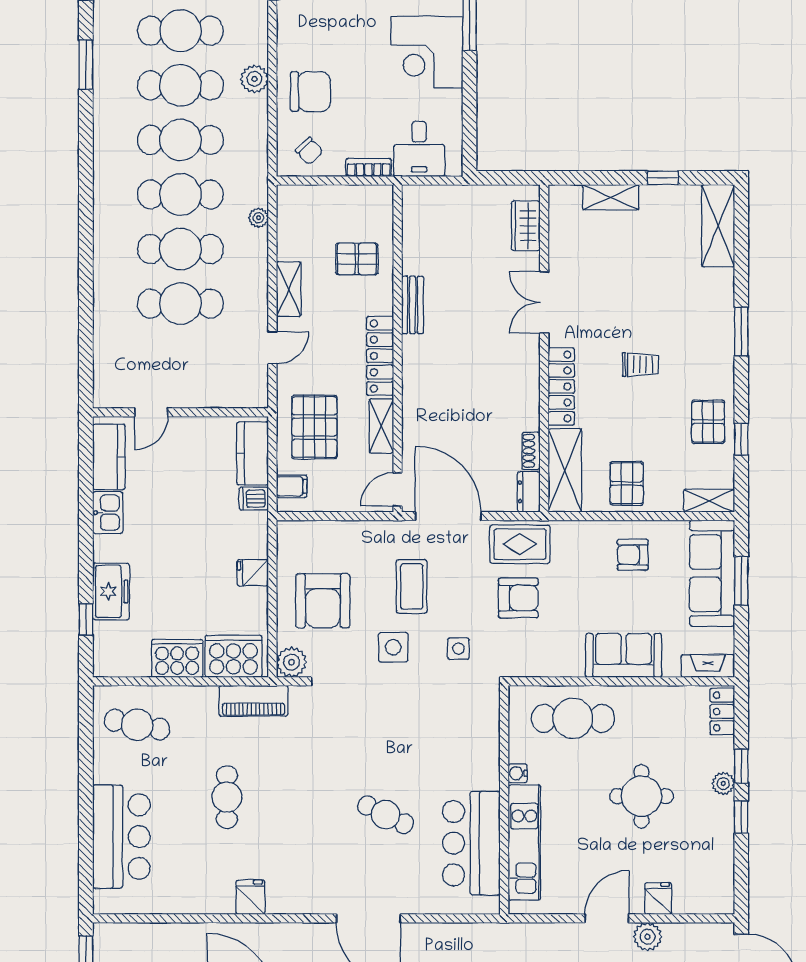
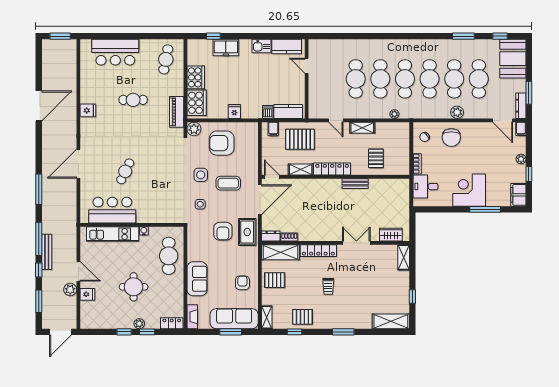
shelving: (611, 197) -> (404, 257), moved

